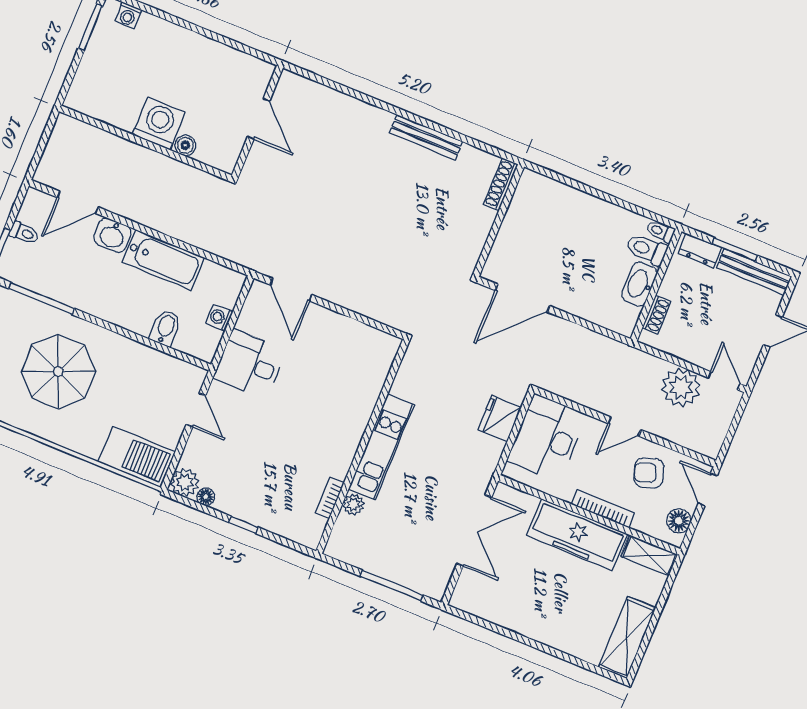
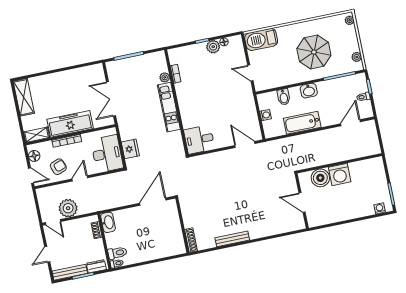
boiler: (185, 145) -> (320, 178), width x1.86, depth x1.86
washbasin: (112, 235) -> (309, 91), moved, turned 180
washbasin: (639, 284) -> (108, 222), moved
desk: (250, 364) -> (199, 140), moved, turned 180
plant: (185, 482) -> (213, 47), moved

